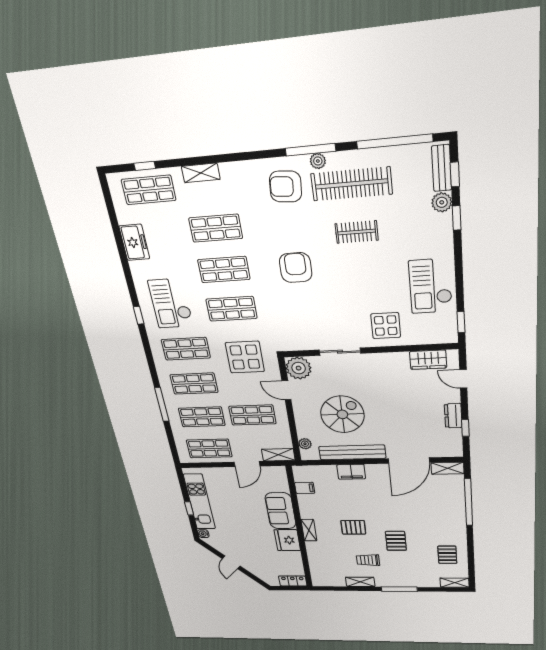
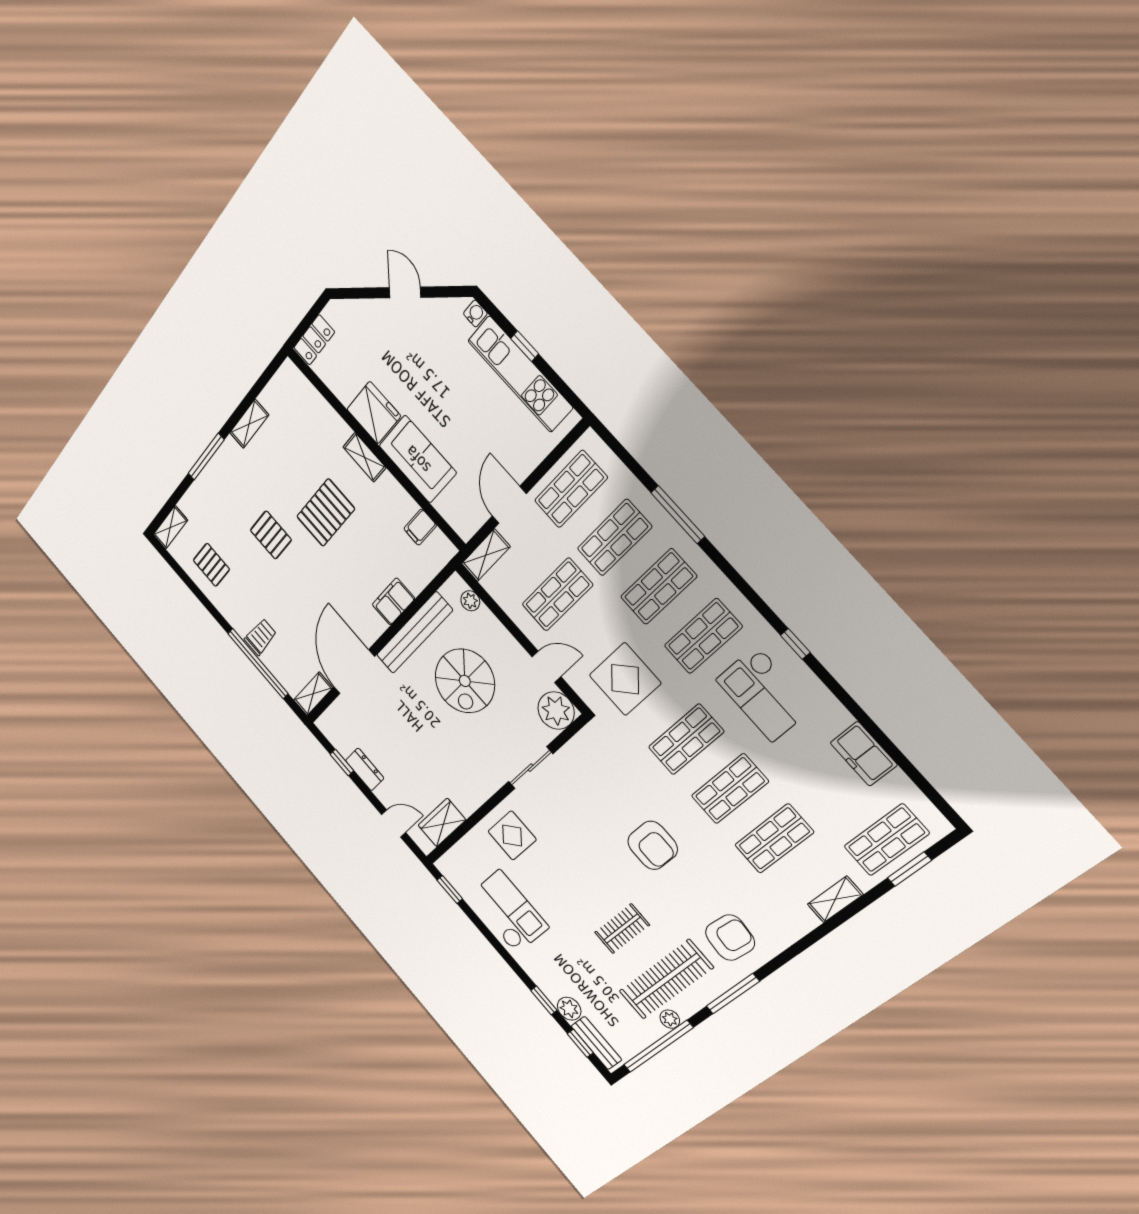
plant: (318, 161) -> (670, 1019), moved
window: (145, 166) -> (909, 869), width x1.50
checkout: (171, 303) -> (764, 694), turned 180
pallet: (353, 527) -> (326, 513), width x1.50, depth x1.42
trolley: (368, 560) -> (260, 637), moved

